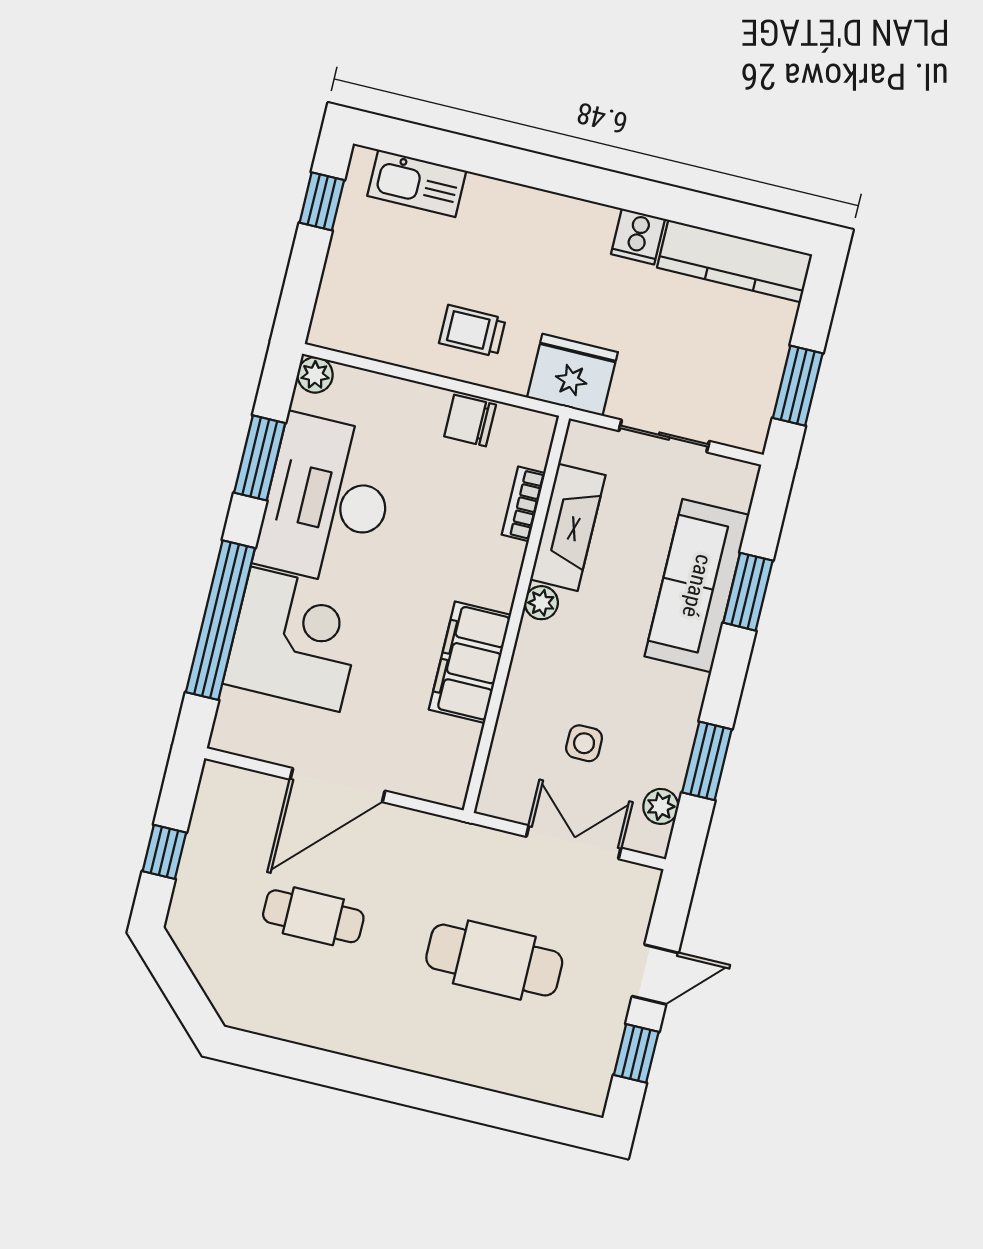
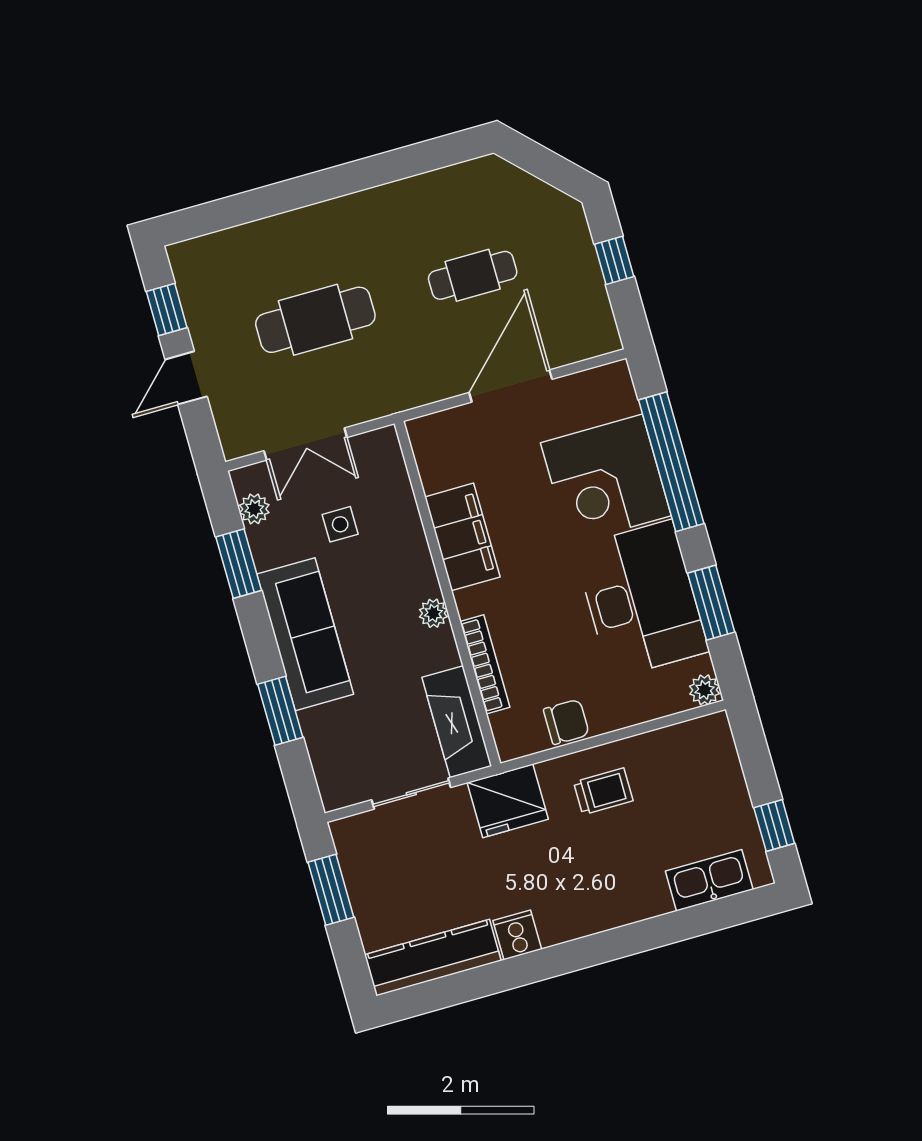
bookcase: (524, 504) -> (485, 664), width x1.56
fireplace: (568, 527) -> (457, 722), moved
sofa: (697, 586) -> (305, 634), moved

